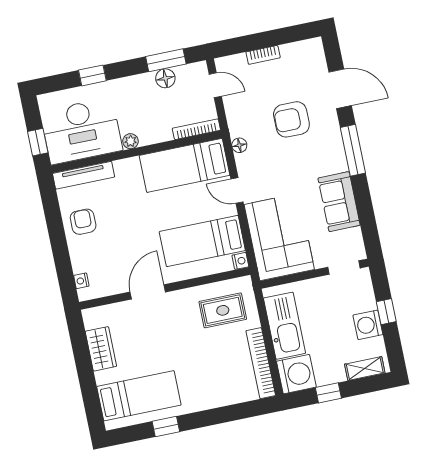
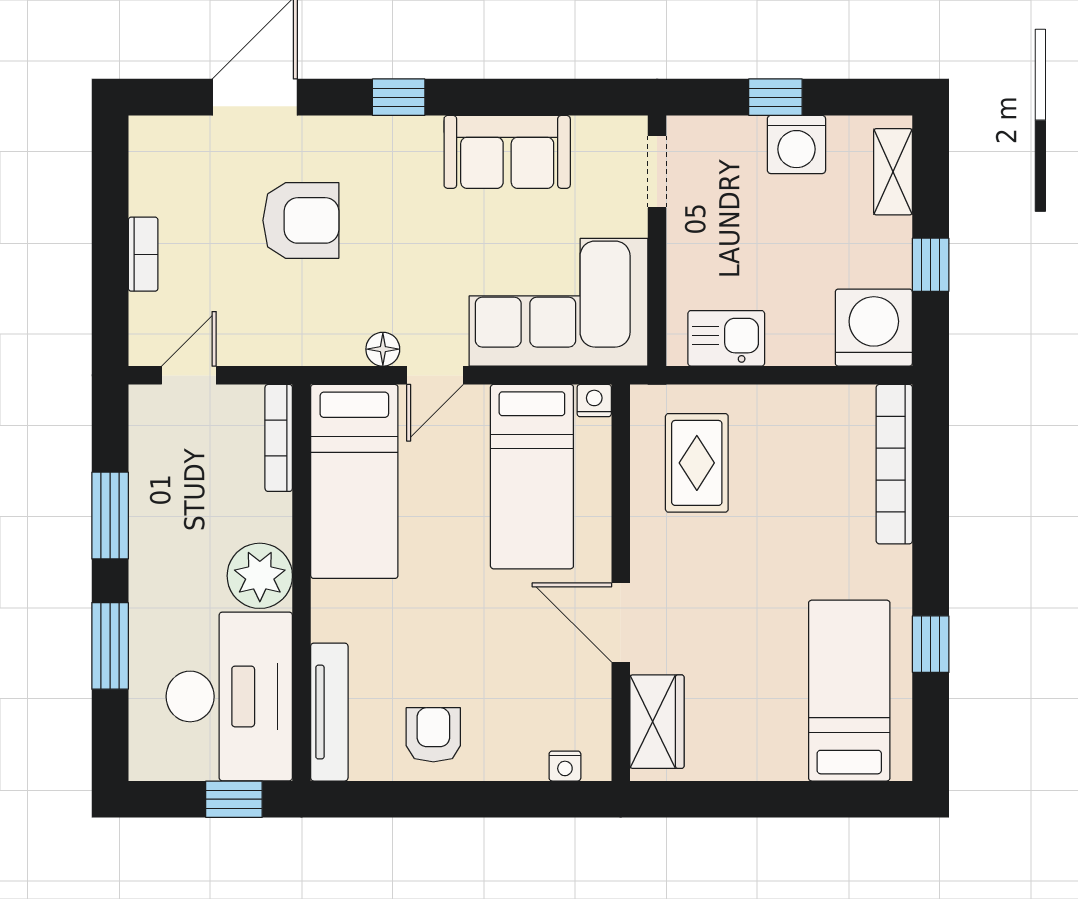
window: (166, 60) -> (110, 516), moved
window: (92, 75) -> (110, 646), width x1.50
floor lamp: (165, 78) -> (150, 484), removed
armchair: (291, 119) -> (301, 220), turned -90
plant: (131, 141) -> (260, 576), width x1.88, depth x1.88
floor lamp: (239, 145) -> (383, 349), moved
window: (353, 150) -> (399, 97), width x0.46
armchair: (83, 222) -> (433, 735), turned 90
kitchen sink: (285, 326) -> (726, 338), width x0.53, depth x0.81
wardrobe: (101, 349) -> (657, 722), moved, turned 90
bookcase: (261, 363) -> (894, 464), moved, turned 90

